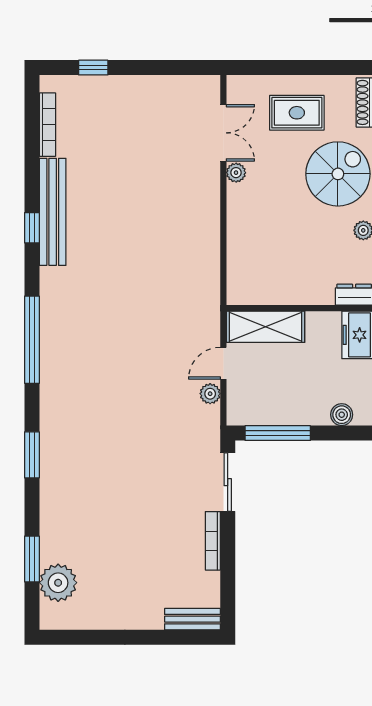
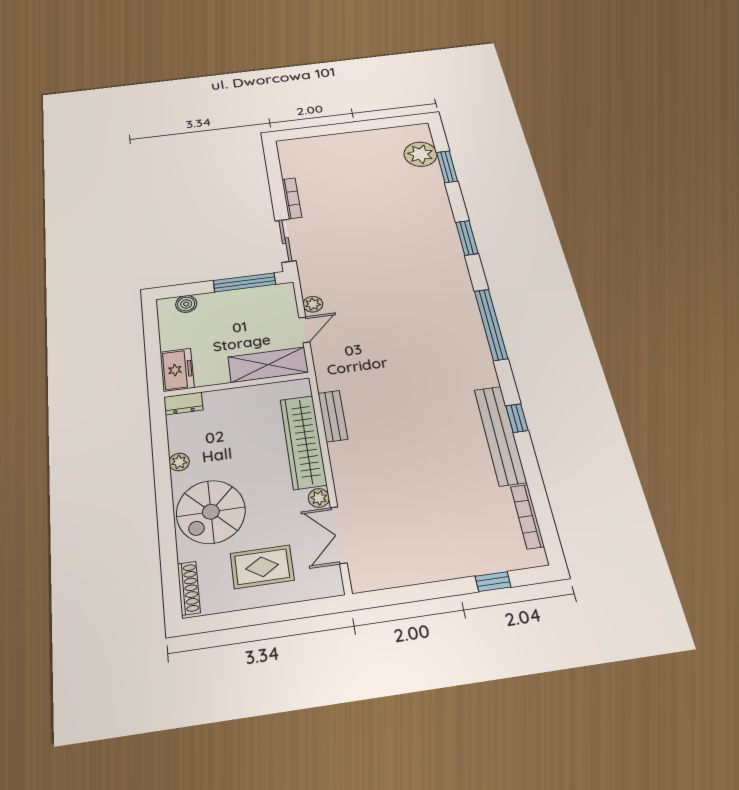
wardrobe: (242, 234) -> (303, 442), added
bench: (192, 619) -> (333, 416), moved, turned 90

